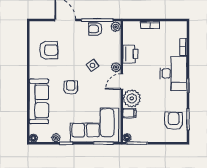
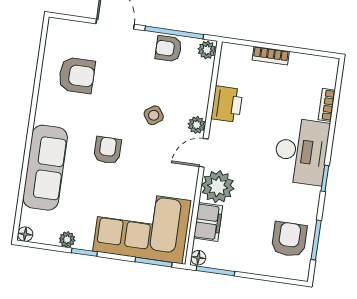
filing cabinet: (129, 113) -> (208, 222), width x2.00

